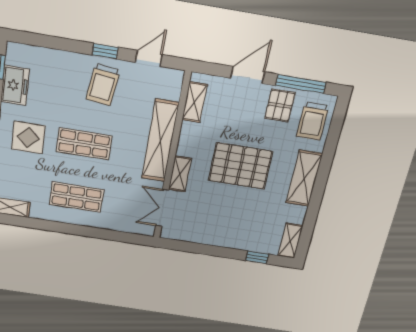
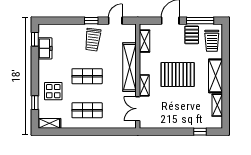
display table: (28, 138) -> (53, 91), moved
shelving: (290, 241) -> (217, 105), moved

